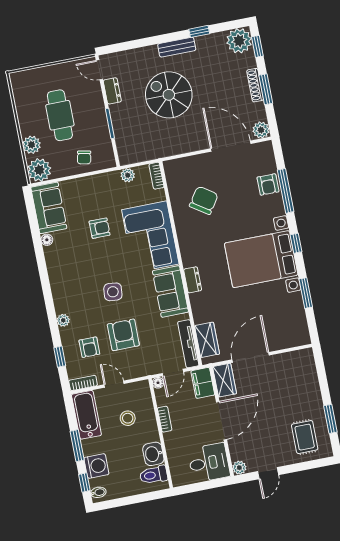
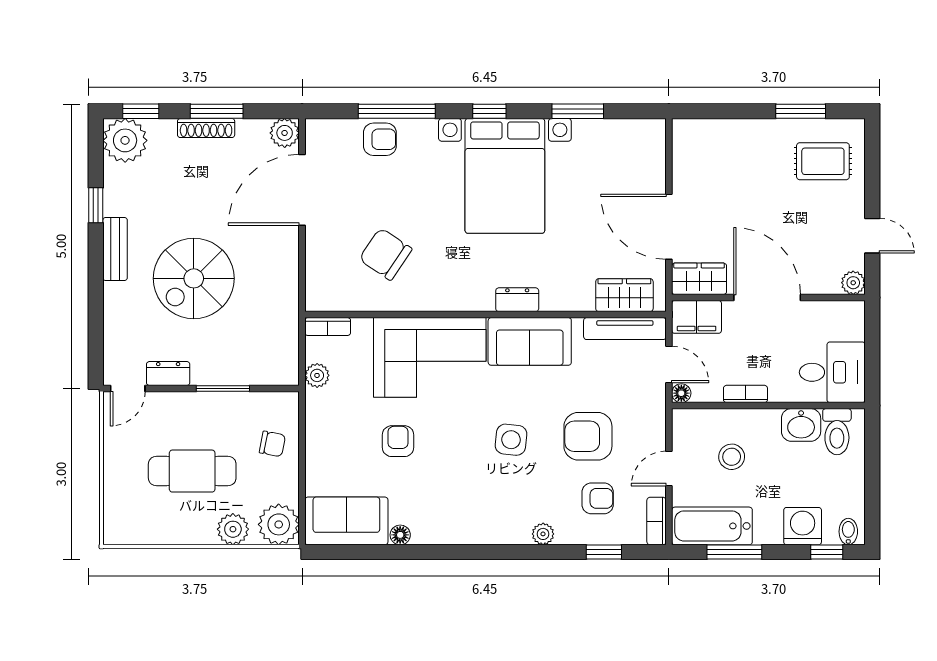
window: (77, 446) -> (734, 552), moved
desk: (209, 463) -> (832, 372), moved, turned 90

